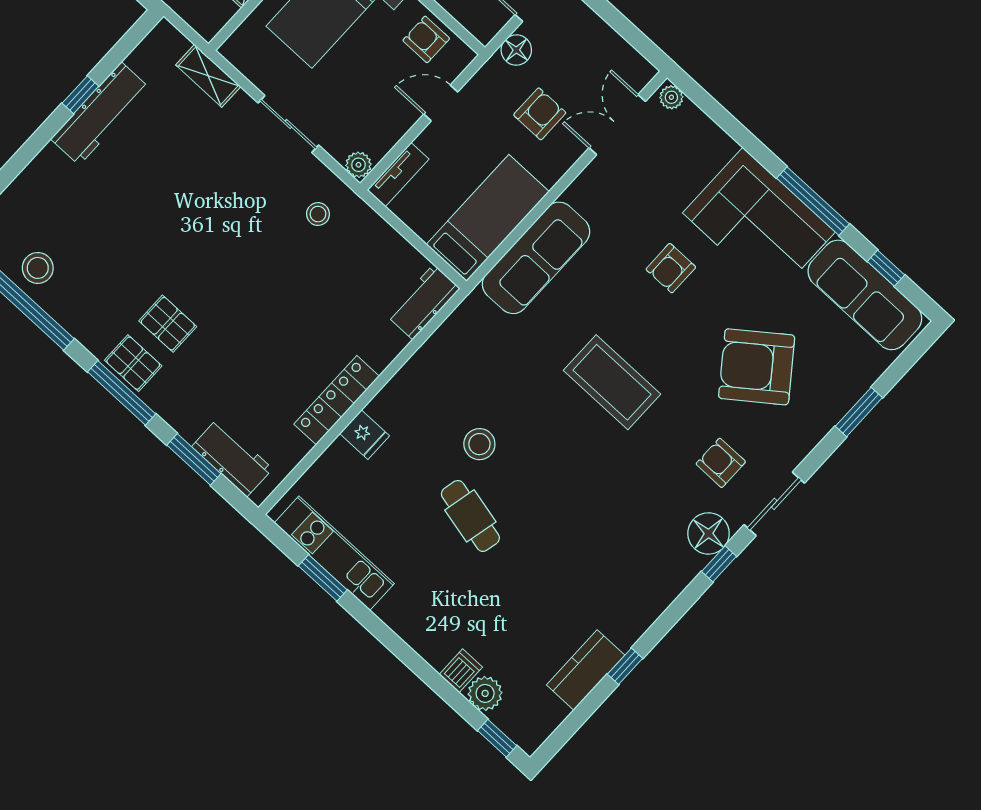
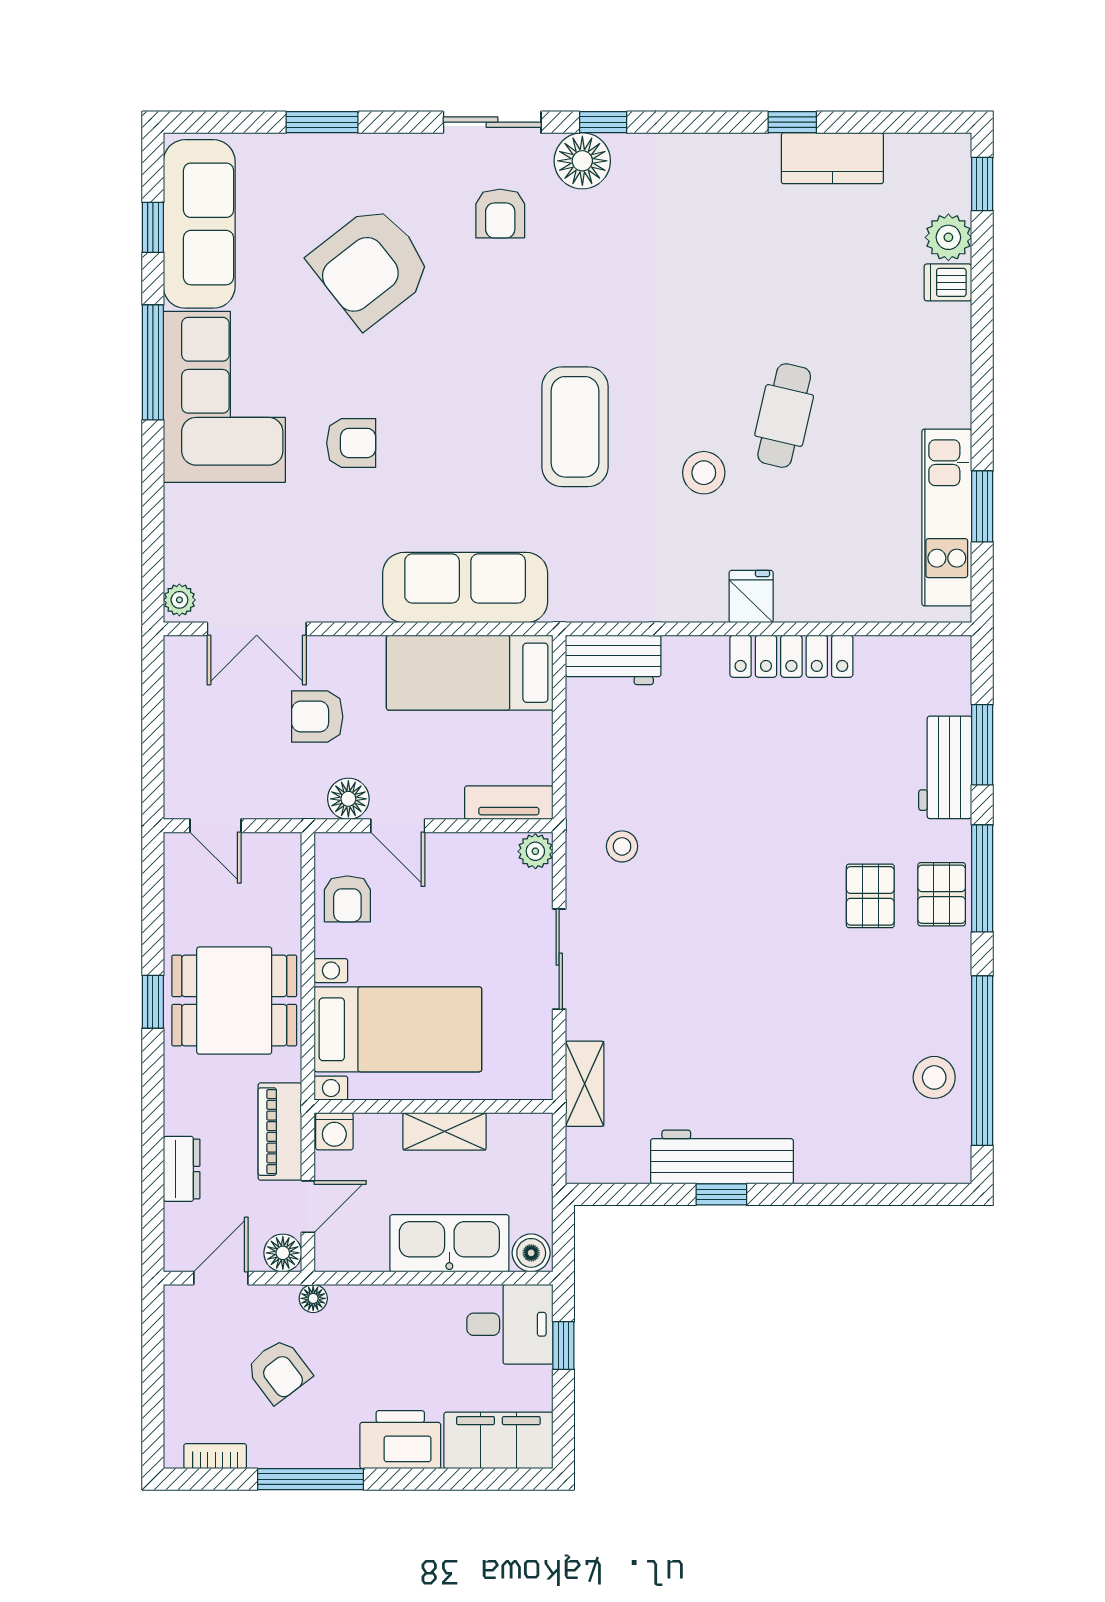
floor lamp: (516, 50) -> (348, 799), moved
armchair: (757, 367) -> (371, 266), turned 89
coffee table: (612, 382) -> (575, 427), moved
fridge: (365, 435) -> (751, 596), moved
workbench: (232, 458) -> (945, 767), moved

